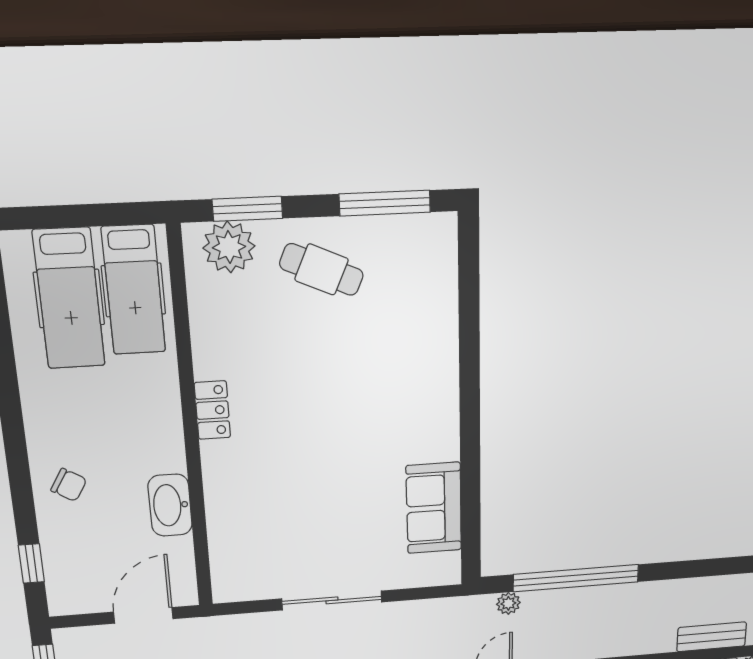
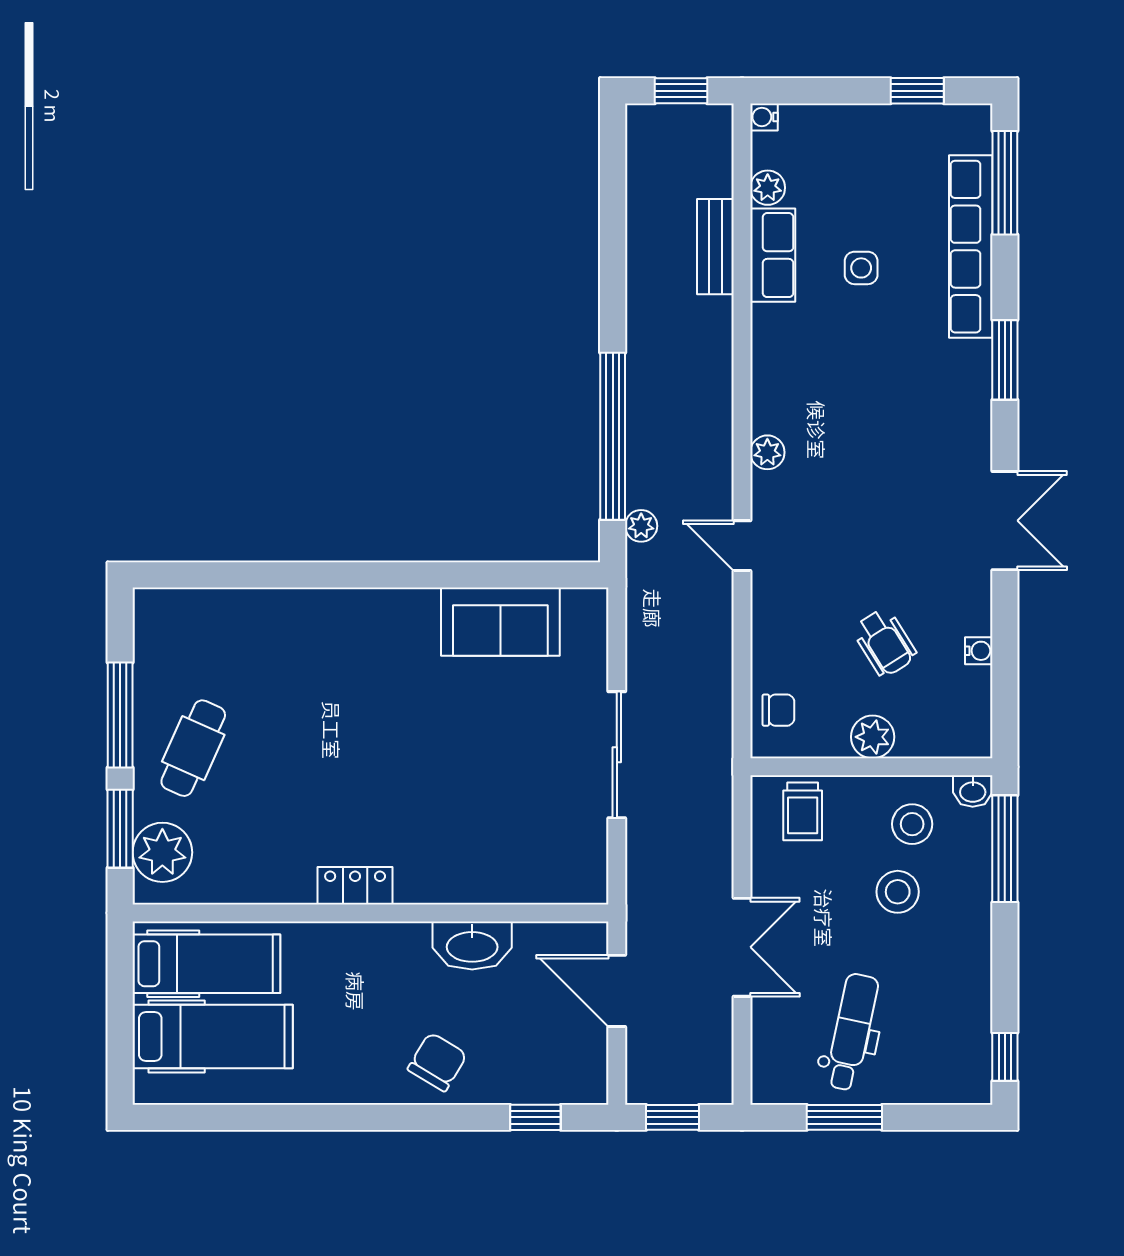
window: (385, 203) -> (120, 715), moved
chair: (69, 485) -> (437, 1062), width x1.37, depth x1.37

